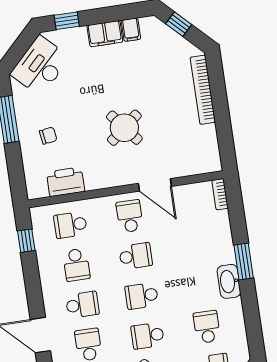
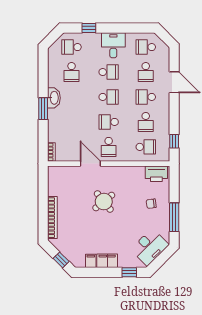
printer: (66, 182) -> (156, 174), moved
school desk: (76, 265) -> (146, 122), turned 180

